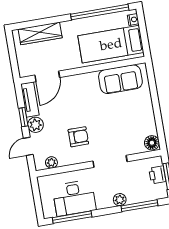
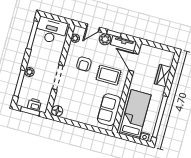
wardrobe: (40, 33) -> (163, 76), width x0.67
rug: (78, 100) -> (109, 75), added
door: (28, 146) -> (93, 28), swing flipped
desk: (74, 198) -> (51, 31), moved, turned 90

